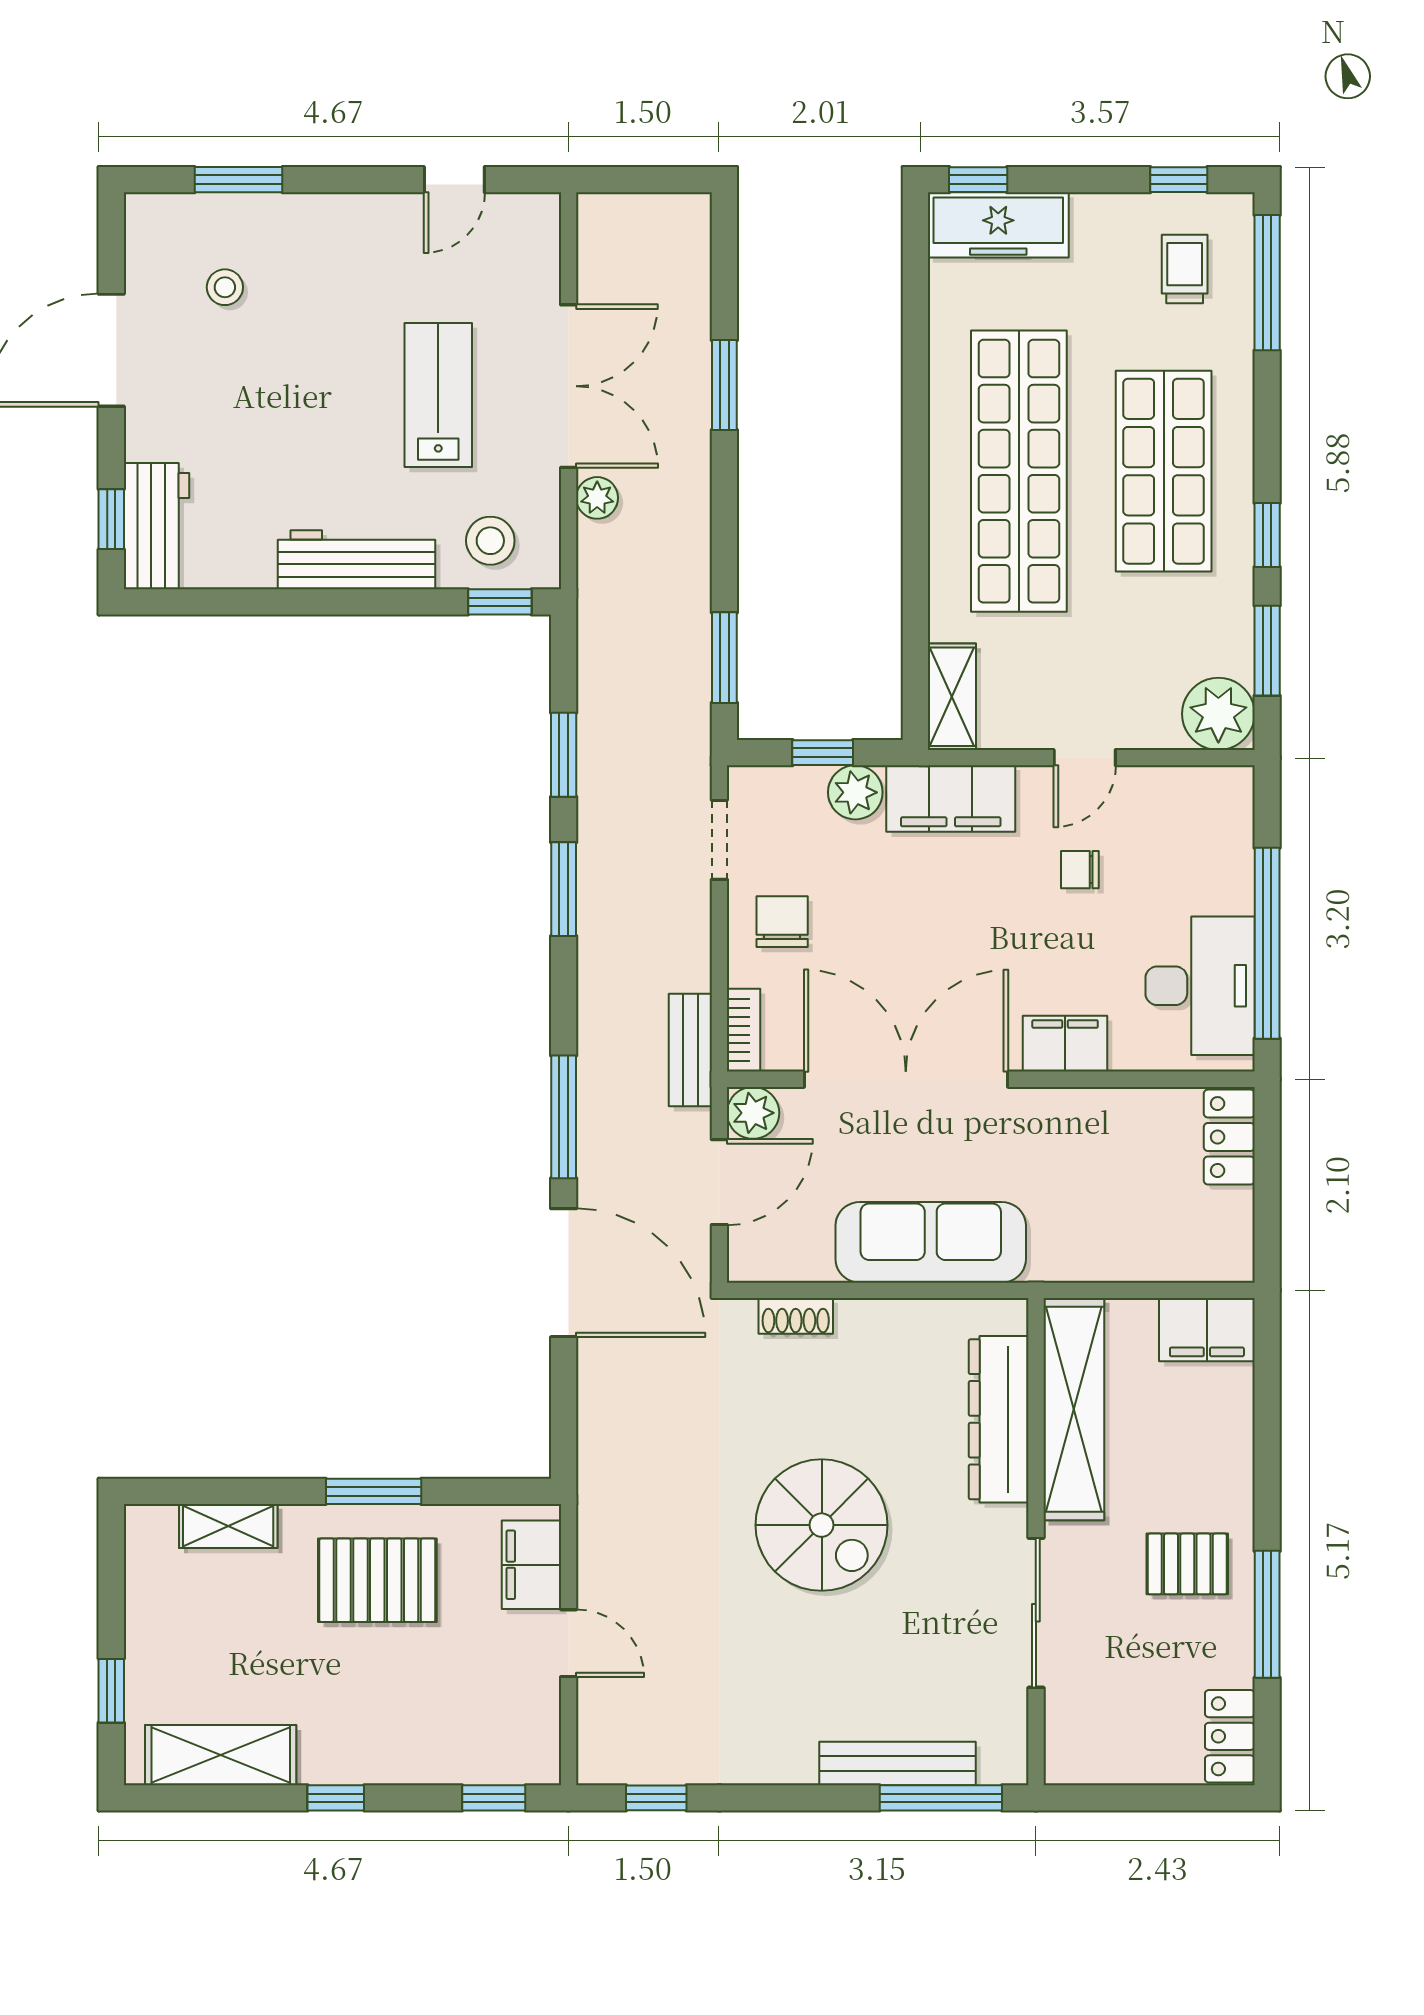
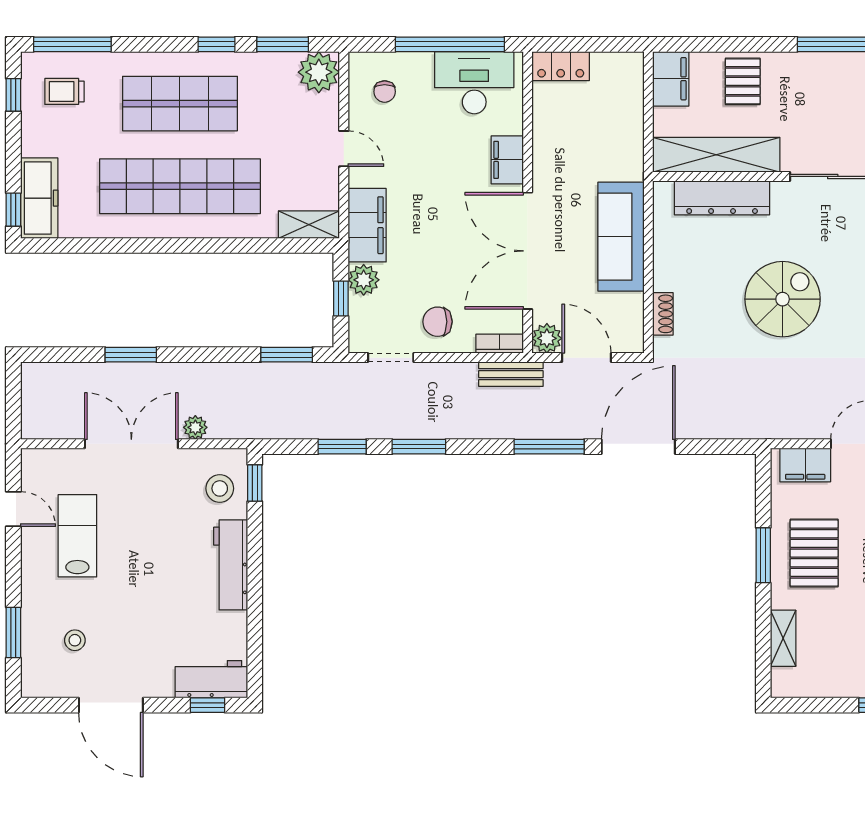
lab bench: (438, 395) -> (77, 536), moved, turned 90
chair: (1080, 870) -> (385, 92), moved
pallet: (1187, 1564) -> (743, 81), moved

